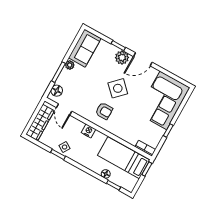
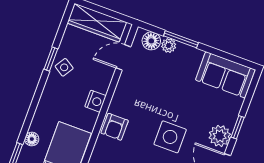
plant: (70, 65) -> (169, 45), moved
side table: (118, 88) -> (170, 137), turned 45
armchair: (104, 111) -> (115, 127), moved

